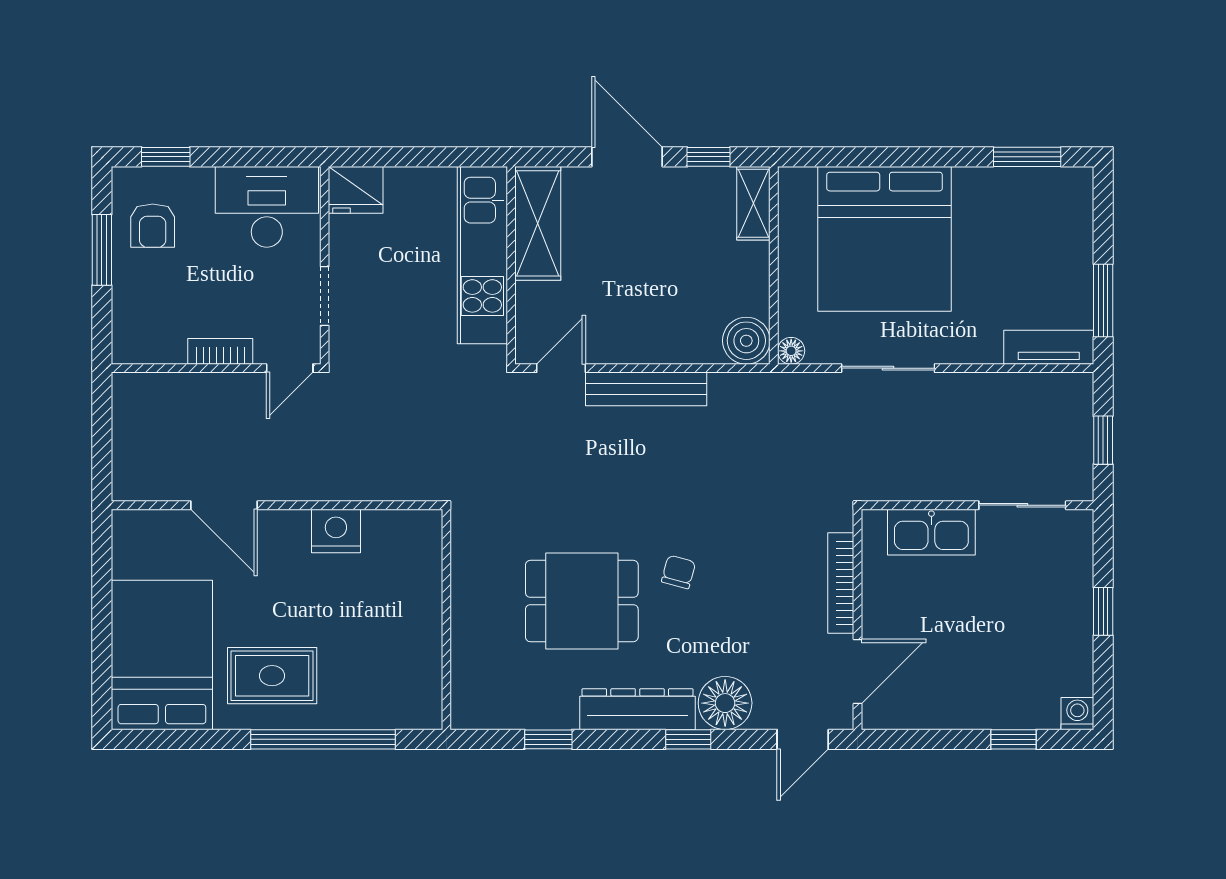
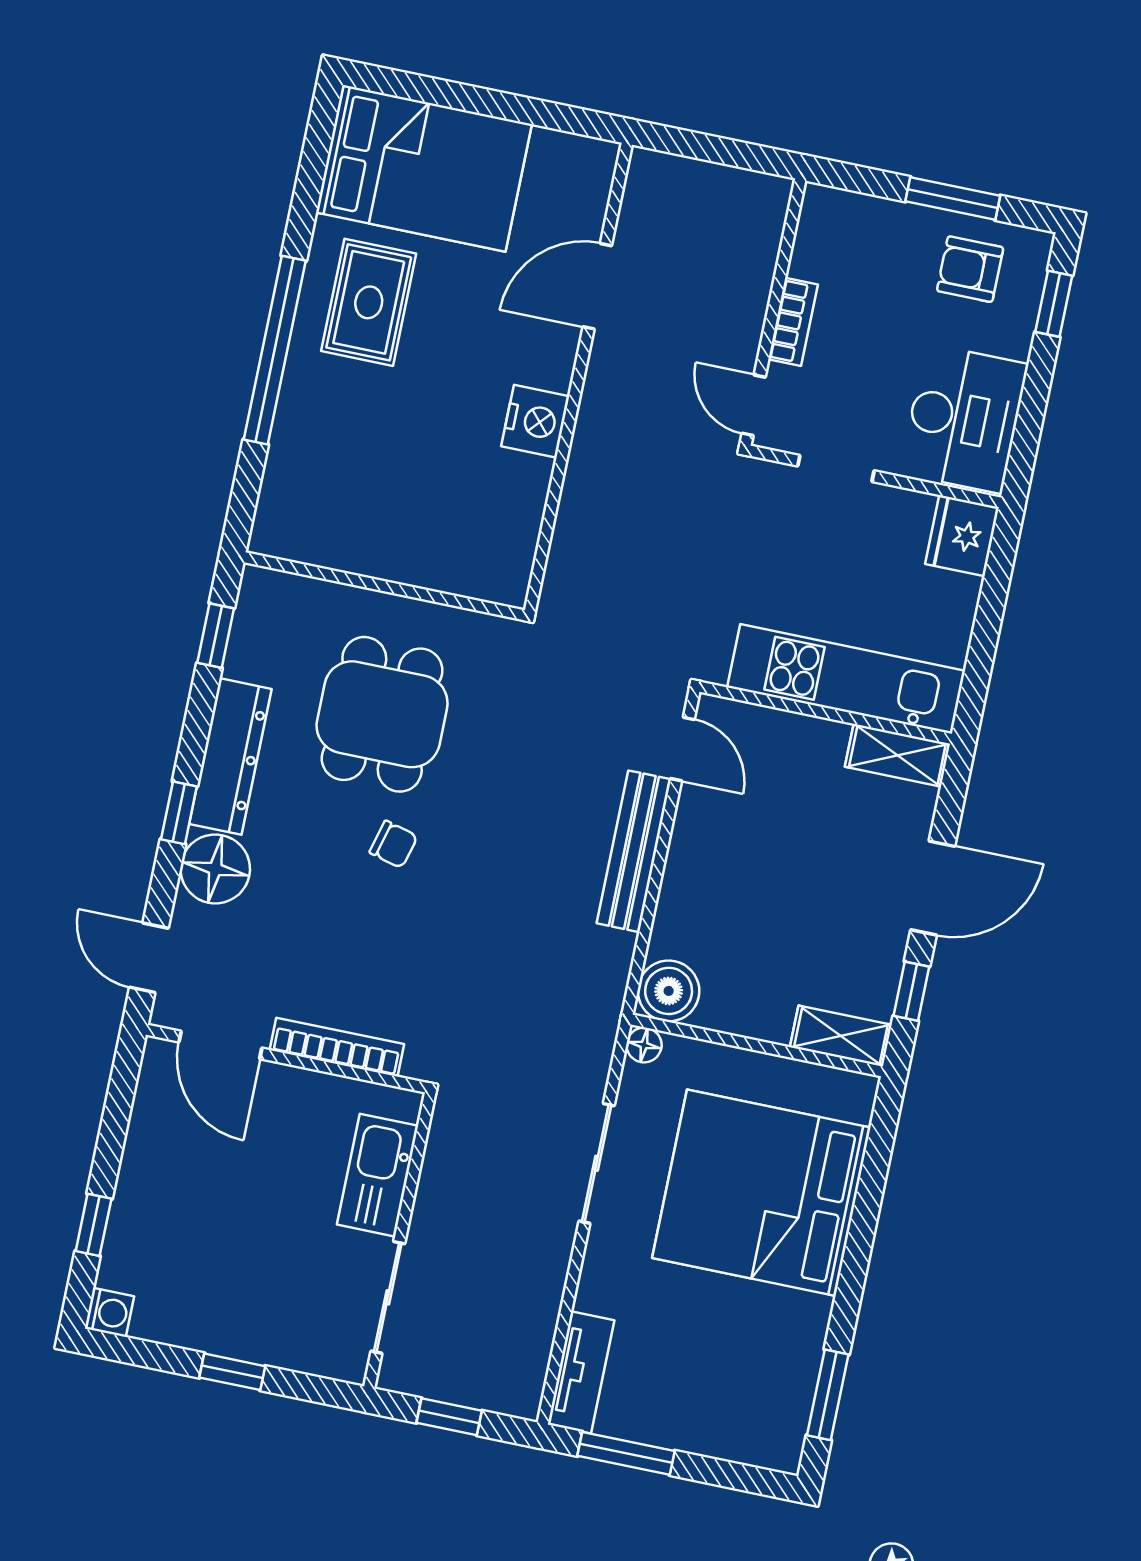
shelving: (538, 223) -> (897, 755), width x0.67, depth x0.75
wall: (446, 619) -> (384, 586), moved

